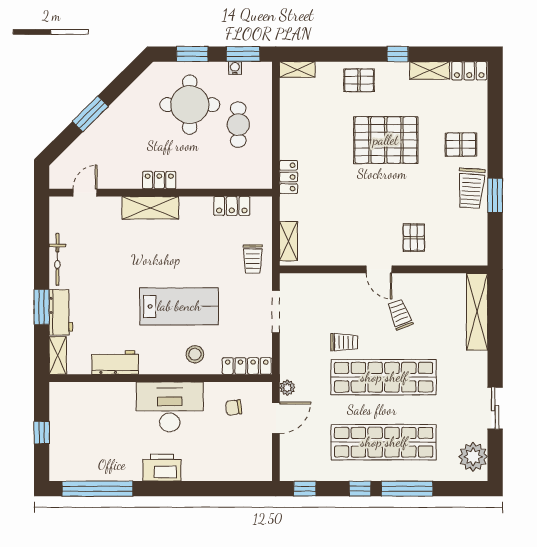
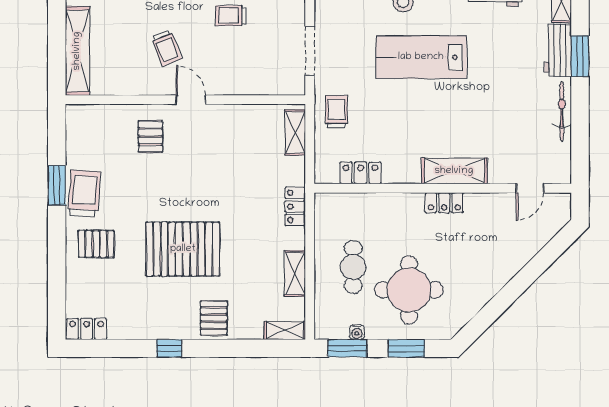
shelving: (430, 70) -> (295, 273), moved, turned 90
pallet: (359, 80) -> (214, 318), turned 90
window: (90, 114) -> (524, 279), removed

